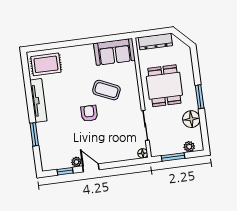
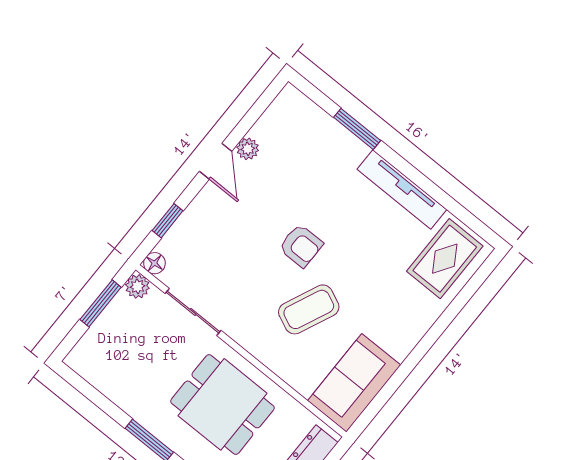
floor lamp: (191, 119) -> (129, 392), removed
plant: (189, 147) -> (137, 286), moved
door: (91, 168) -> (216, 161), hinge flipped
window: (65, 171) -> (168, 221), moved

